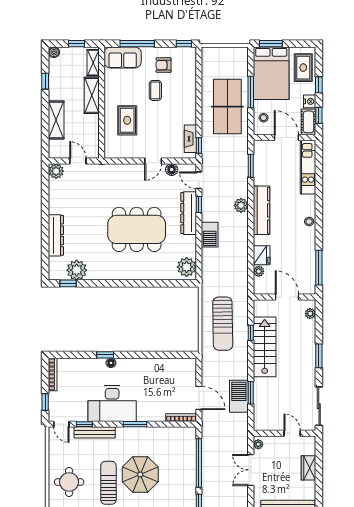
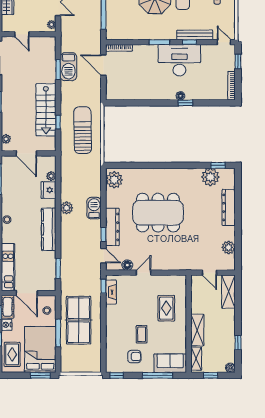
shelving: (56, 120) -> (228, 292), moved
plant: (56, 171) -> (229, 247), moved
plant: (241, 205) -> (67, 208), moved
window: (84, 424) -> (189, 42), moved

